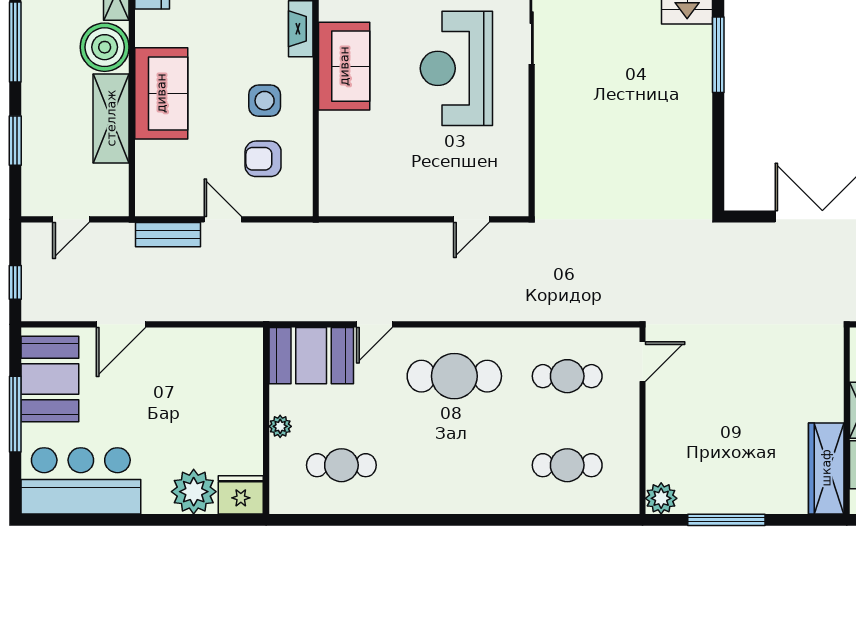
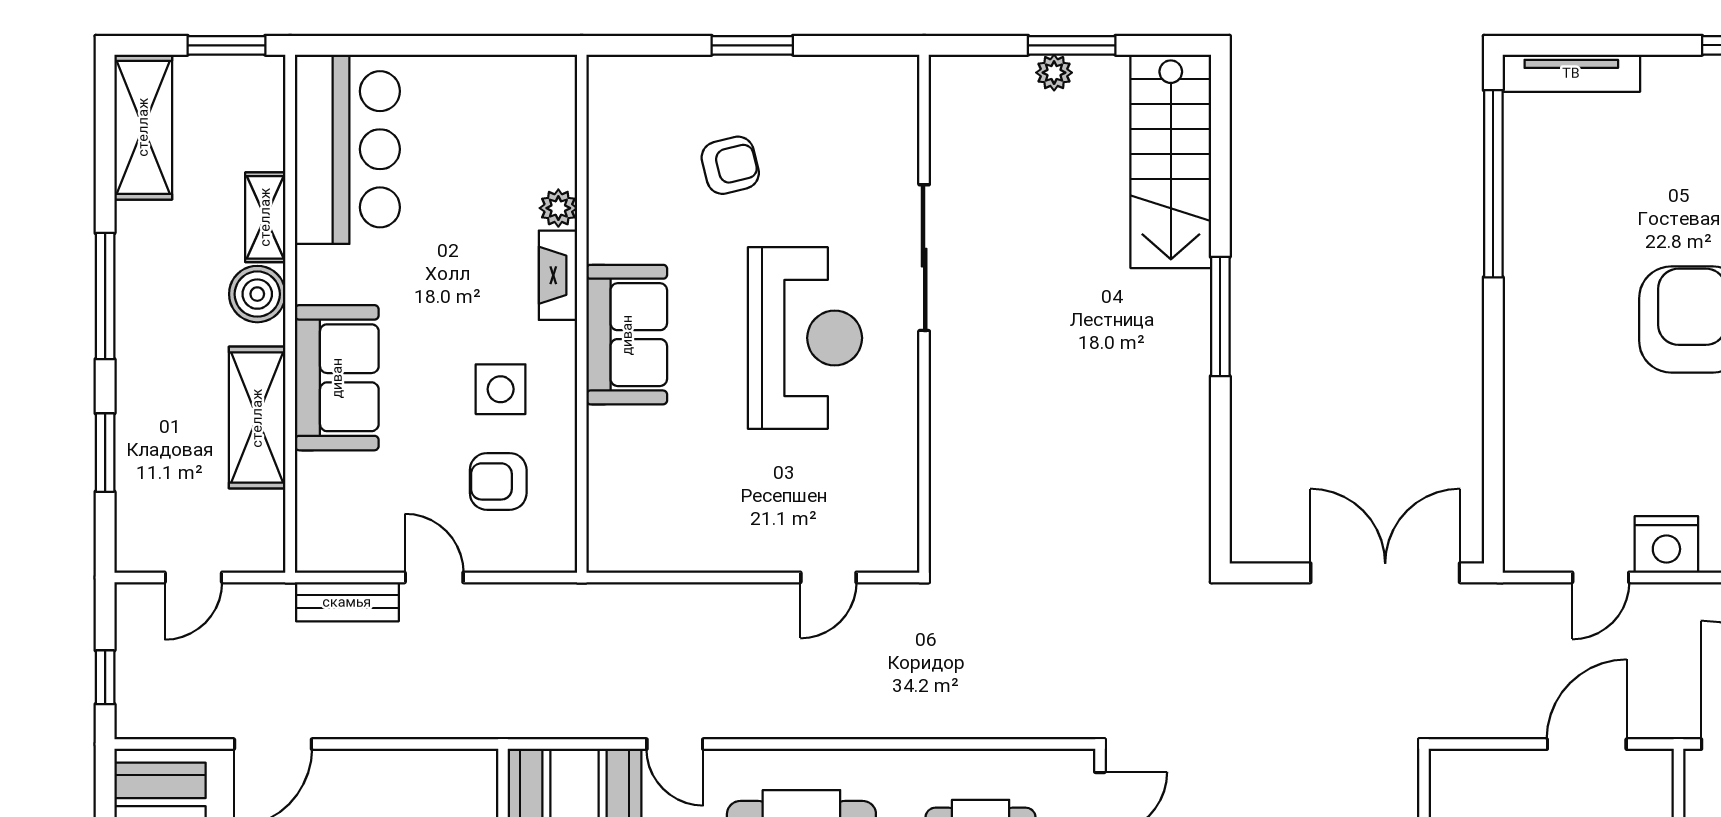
boiler: (105, 47) -> (257, 294), width x0.73, depth x0.73
reception desk: (456, 68) -> (805, 338), turned 180
door: (374, 324) -> (675, 744), hinge flipped

